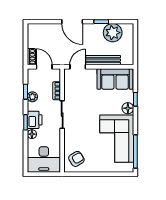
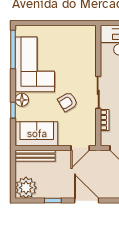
plant: (113, 33) -> (26, 188), moved
bench: (103, 60) -> (35, 156), moved
armchair: (76, 159) -> (68, 102), moved

